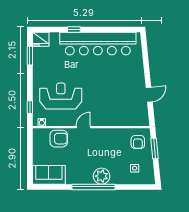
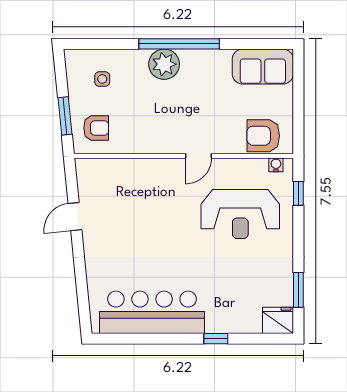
bar counter: (98, 44) -> (152, 312), width x0.73
armchair: (59, 139) -> (263, 136), moved
armchair: (138, 142) -> (96, 128), turned 90

